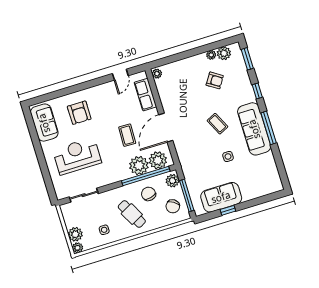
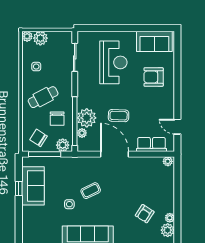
coffee table: (217, 124) -> (91, 191), moved
plant: (158, 160) -> (82, 133), width x0.53, depth x0.53
chair: (149, 194) -> (57, 119), turned 103

